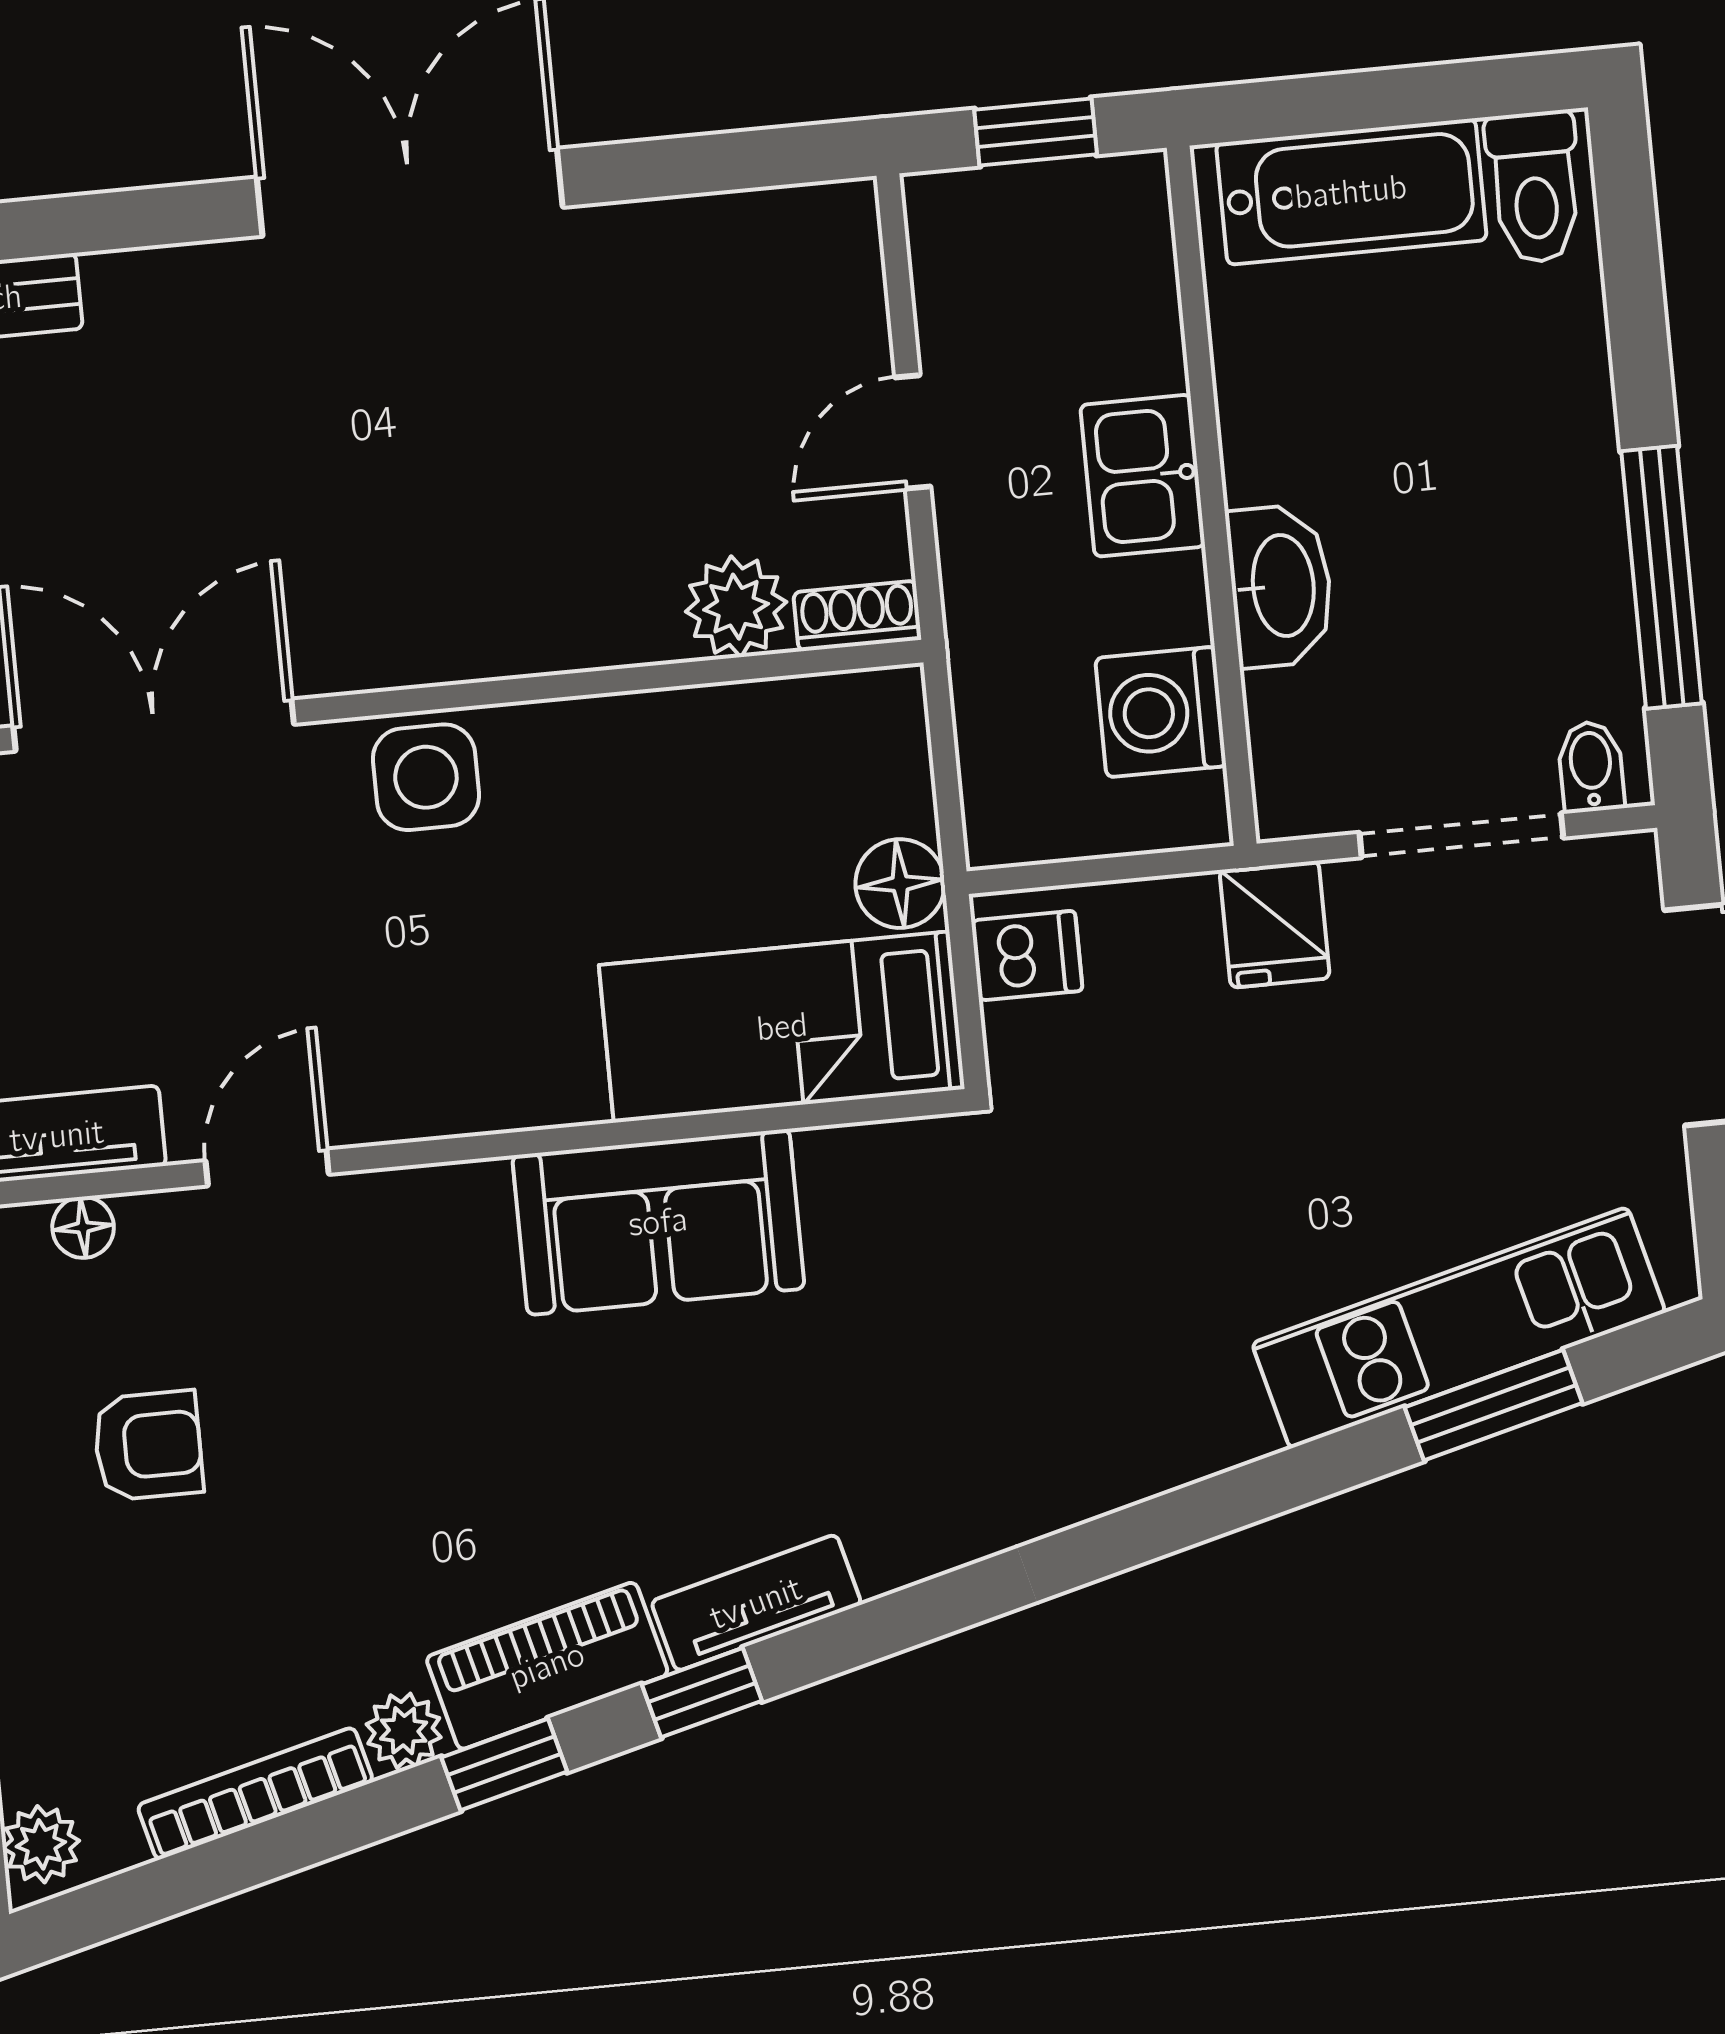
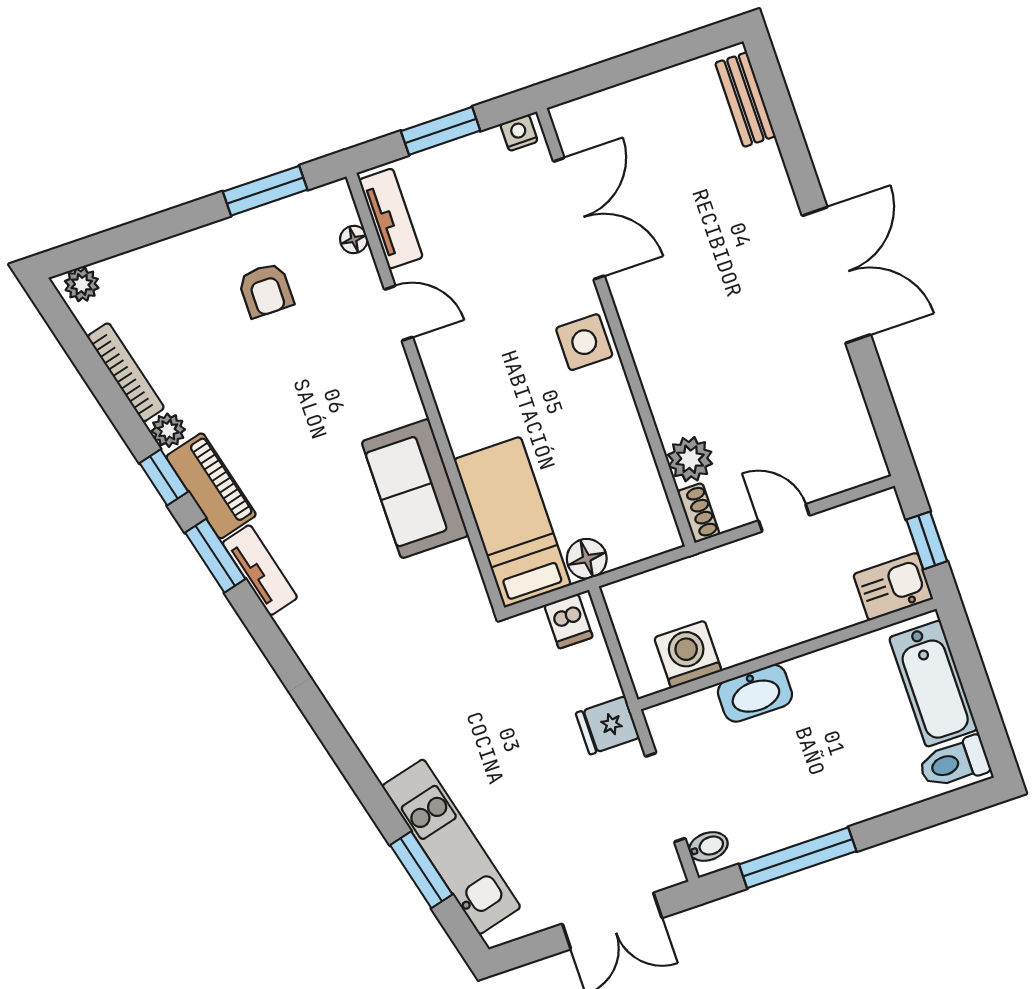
kitchen sink: (1143, 476) -> (893, 587), moved
window: (702, 1693) -> (215, 556), width x1.50

